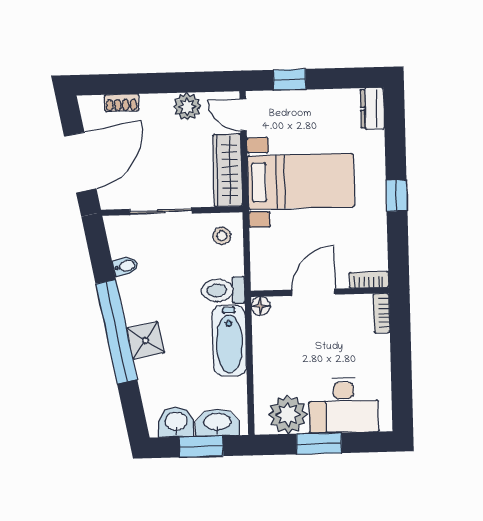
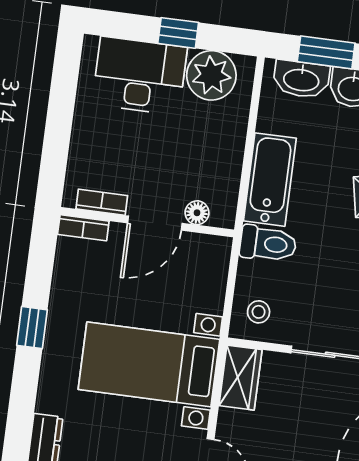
wardrobe: (227, 170) -> (241, 378), width x0.67
floor lamp: (261, 306) -> (197, 213), moved
bookcase: (382, 313) -> (102, 202), moved, turned -90
window: (319, 443) -> (178, 33), width x0.67

